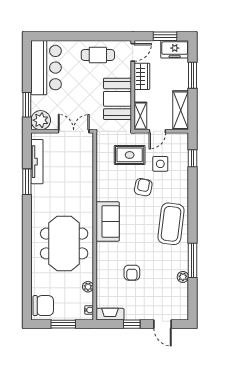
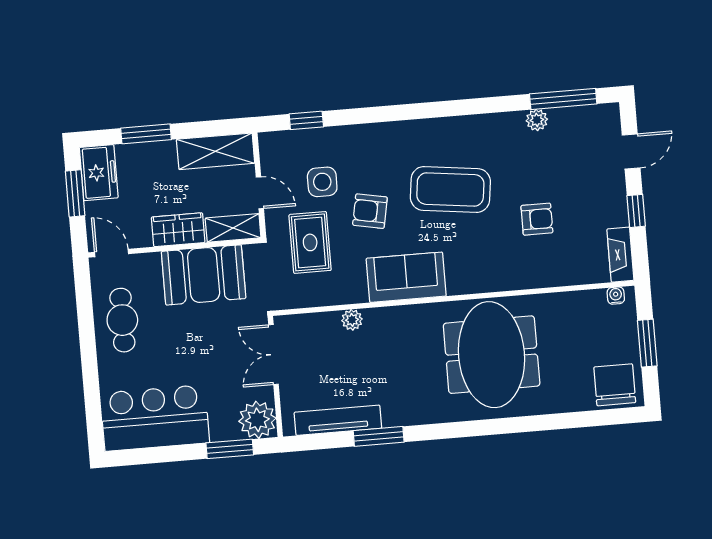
wardrobe: (142, 76) -> (178, 230), moved
sofa: (108, 221) -> (406, 277), moved
coffee table: (171, 224) -> (450, 189), moved
meeting table: (64, 243) -> (492, 355), turned 90
window: (193, 260) -> (563, 99), moved
plant: (88, 287) -> (352, 320), moved

